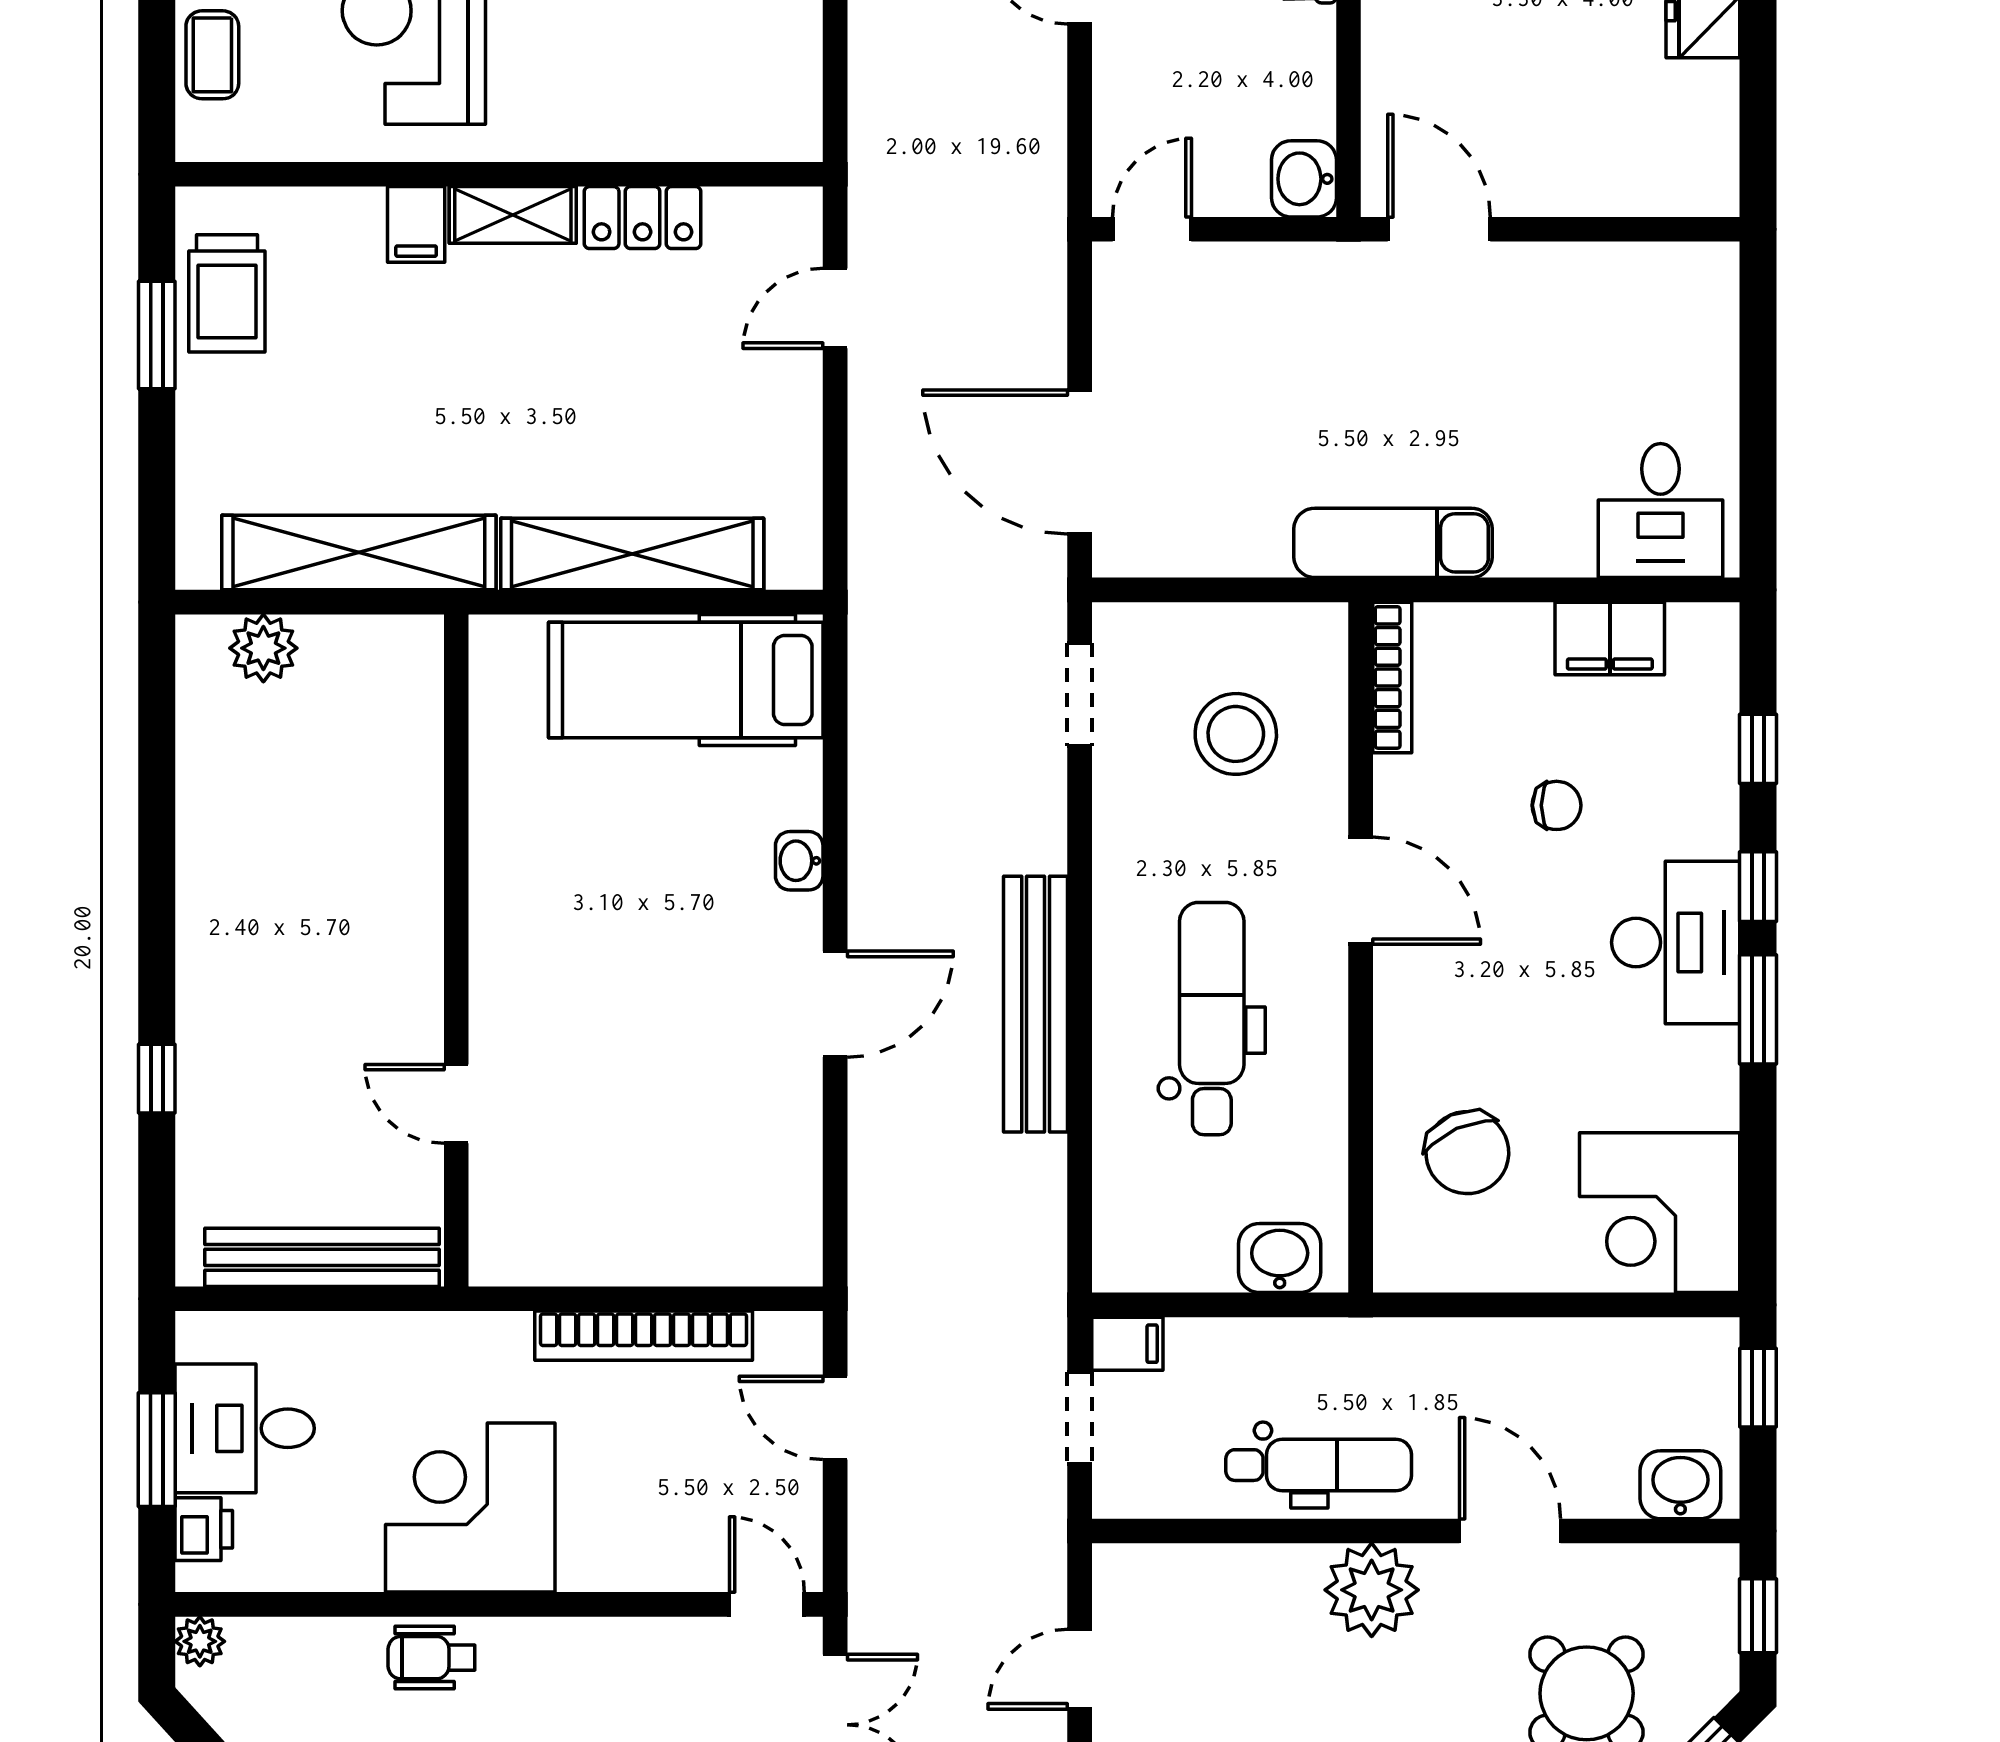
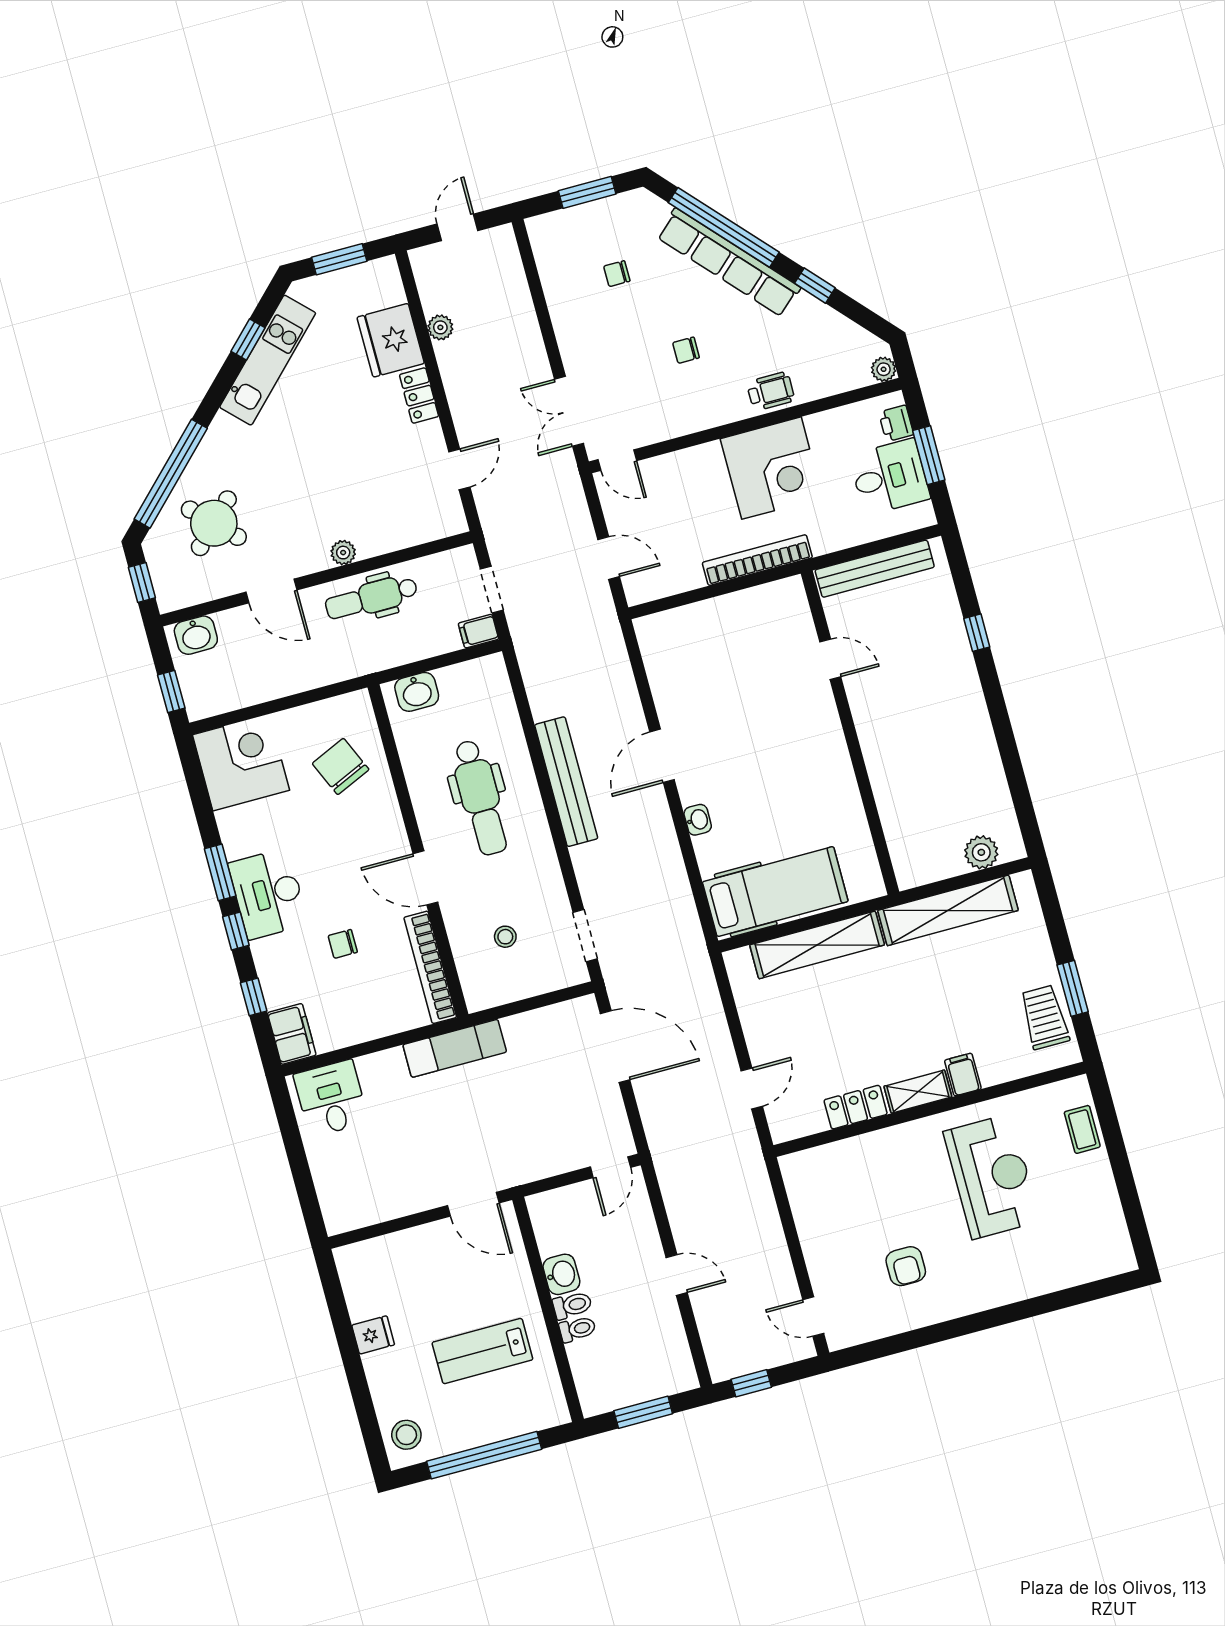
washbasin: (1304, 179) -> (561, 1274), moved
filing cabinet: (1610, 638) -> (292, 1034), moved, turned 90
bookcase: (1392, 677) -> (430, 967), width x1.48, depth x1.31
stool: (1236, 734) -> (505, 937), width x0.53, depth x0.53
bookcase: (644, 1336) -> (757, 560), moved
plant: (1372, 1590) -> (343, 553), width x0.53, depth x0.53

